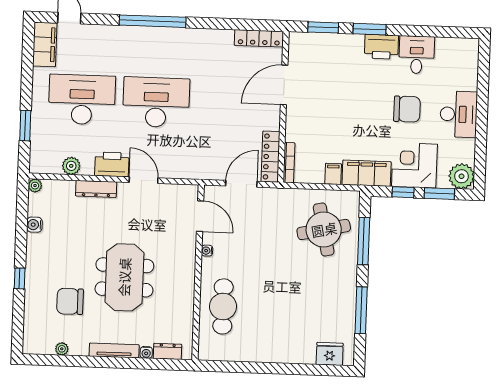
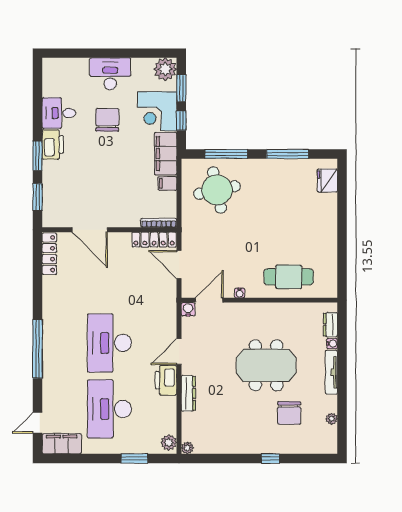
plant: (71, 166) -> (169, 443), moved
water cooler: (34, 225) -> (188, 309), moved, turned 180

